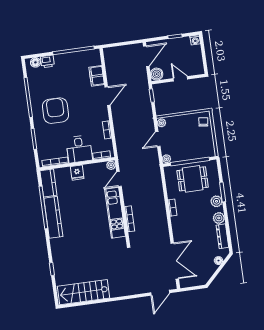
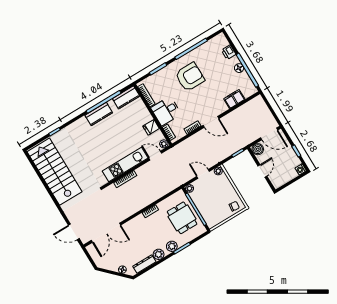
floor lamp: (35, 62) -> (239, 68), moved
door: (108, 96) -> (211, 122), moved
fridge: (77, 173) -> (151, 127), moved
kitchen counter: (53, 217) -> (99, 114), width x0.67
stairs: (83, 292) -> (55, 172), width x1.36, depth x1.51

